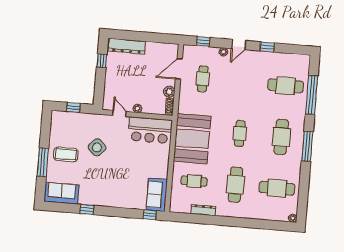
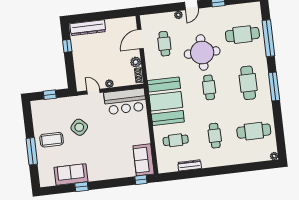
window: (203, 42) -> (158, 9), removed
round table: (240, 96) -> (202, 53), added
cafe table: (236, 185) -> (215, 136), width x0.73, depth x0.74
sofa: (61, 193) -> (71, 175), moved

